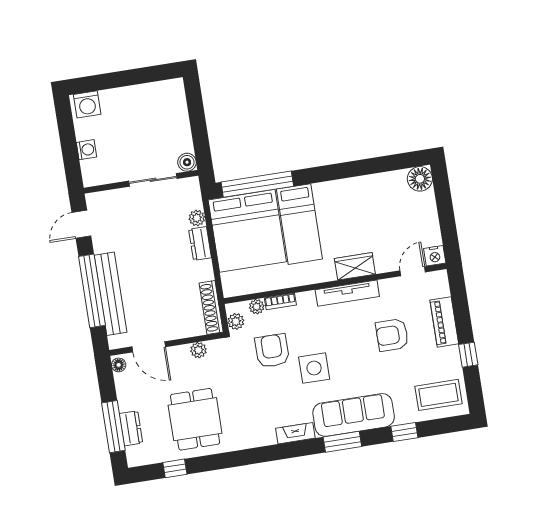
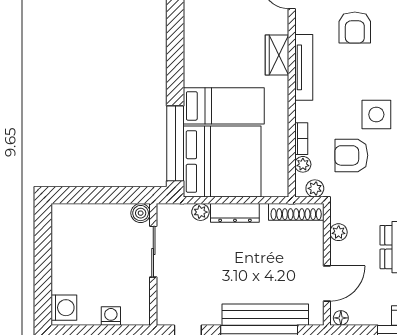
dresser: (200, 244) -> (235, 213), width x1.44

